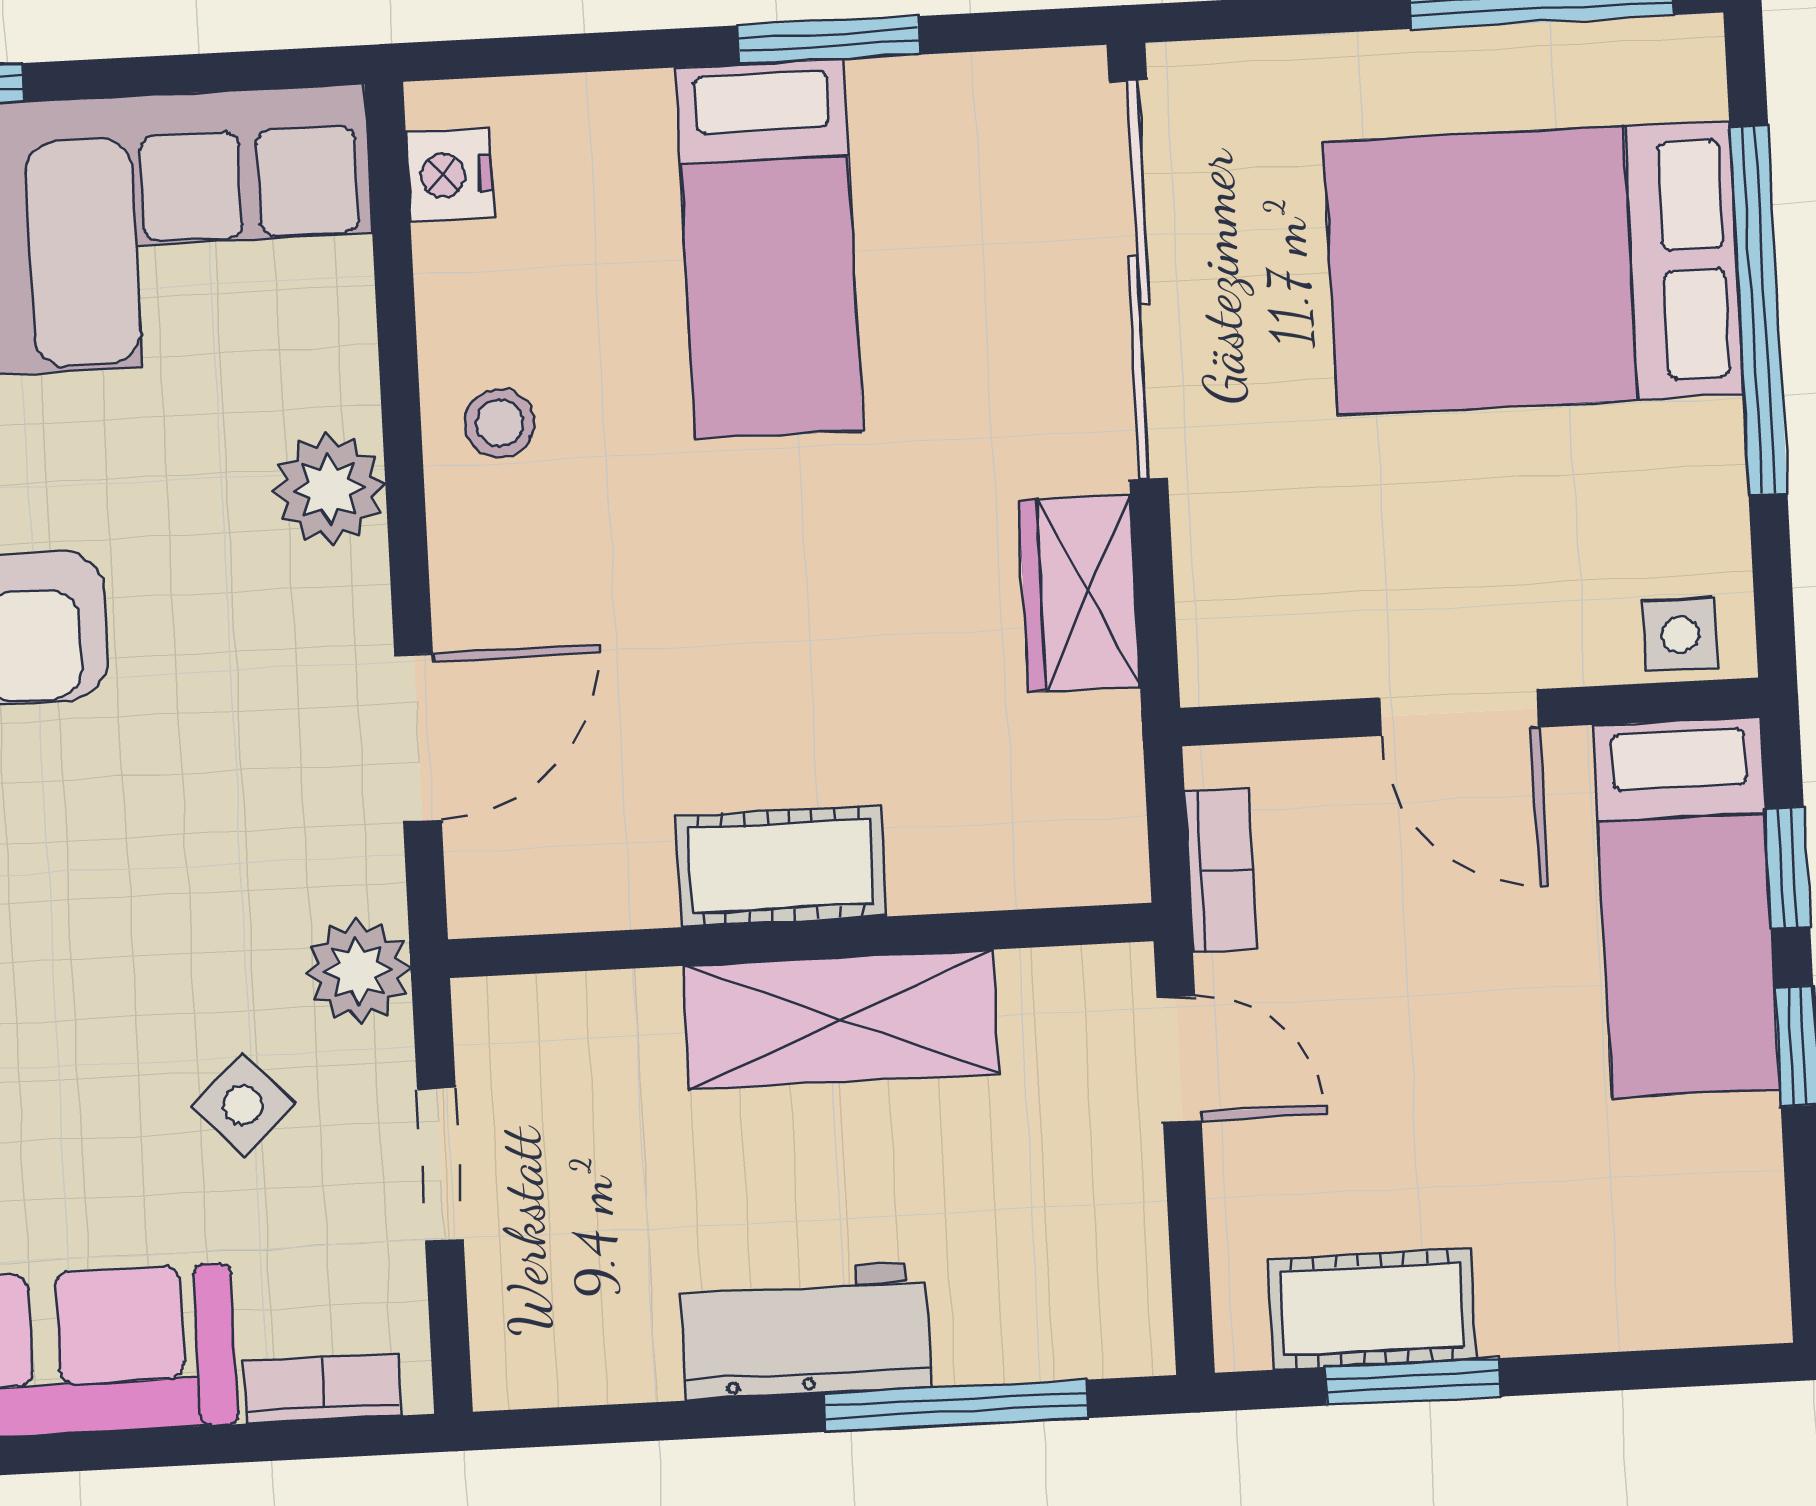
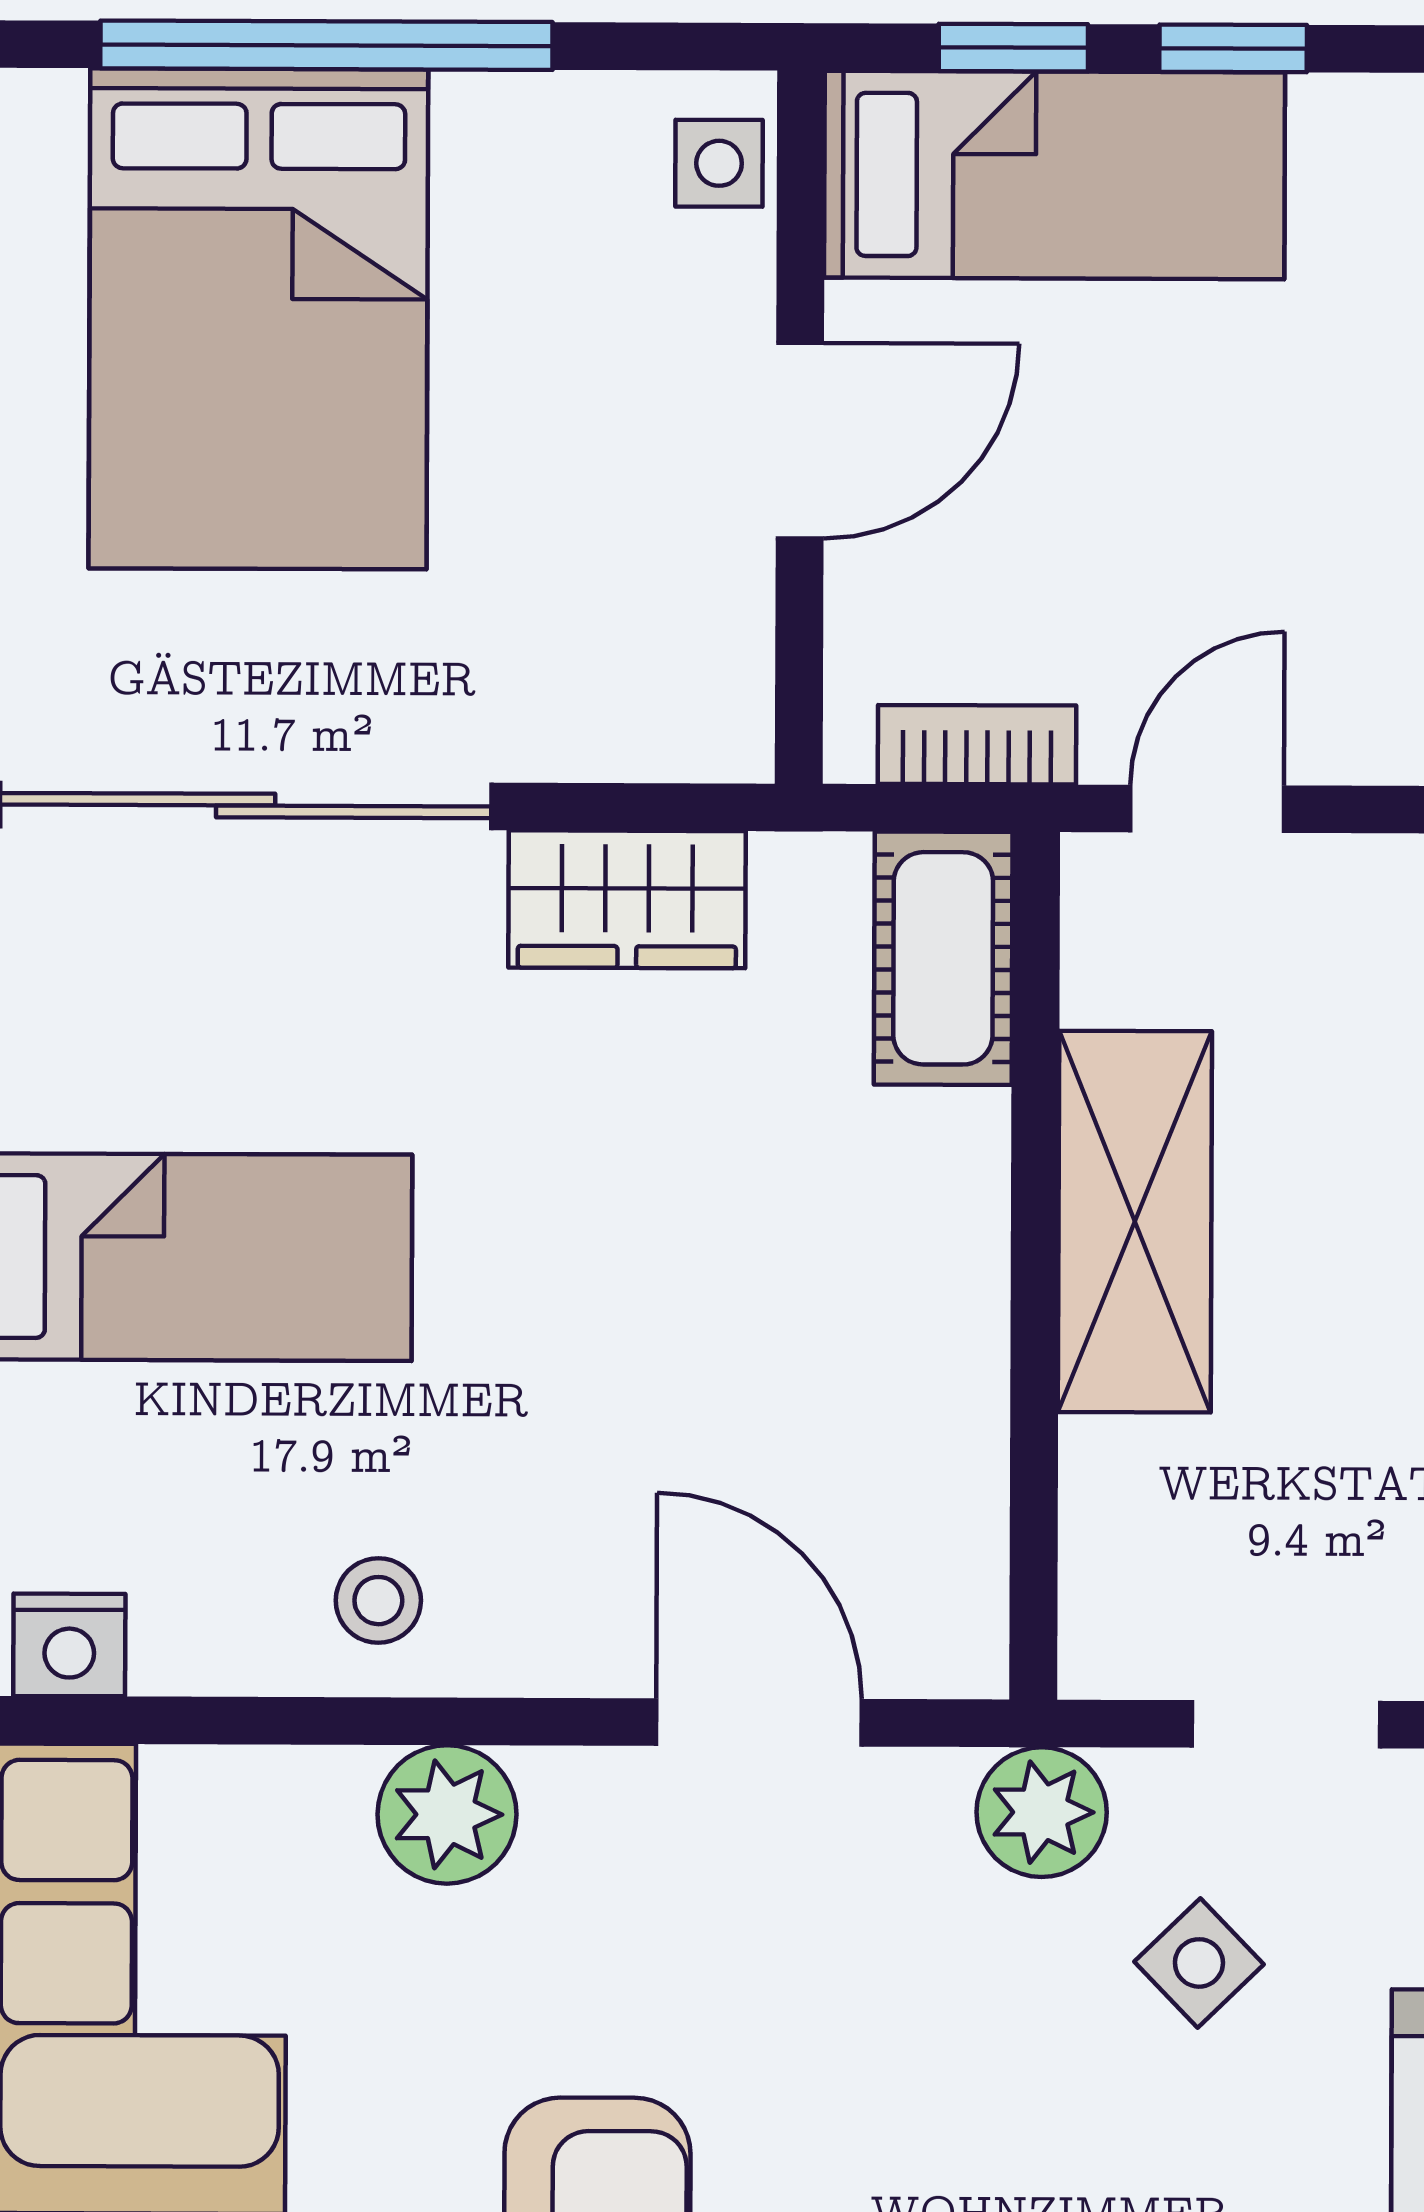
cot: (781, 866) -> (943, 958), moved

